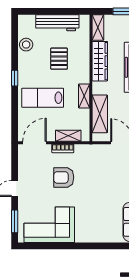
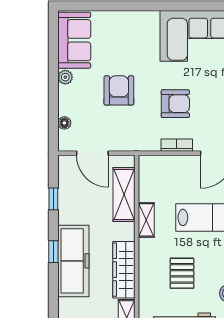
shelving: (68, 136) -> (169, 163), removed
armchair: (103, 187) -> (119, 90), added

